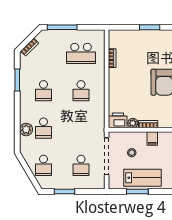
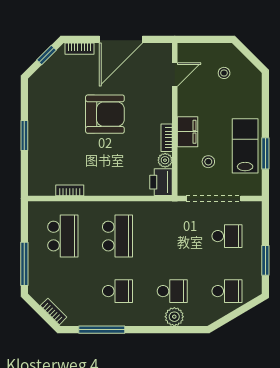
window: (17, 80) -> (102, 330), width x1.44
school desk: (81, 91) -> (118, 236), width x1.85
filing cabinet: (152, 138) -> (187, 132), width x2.00

